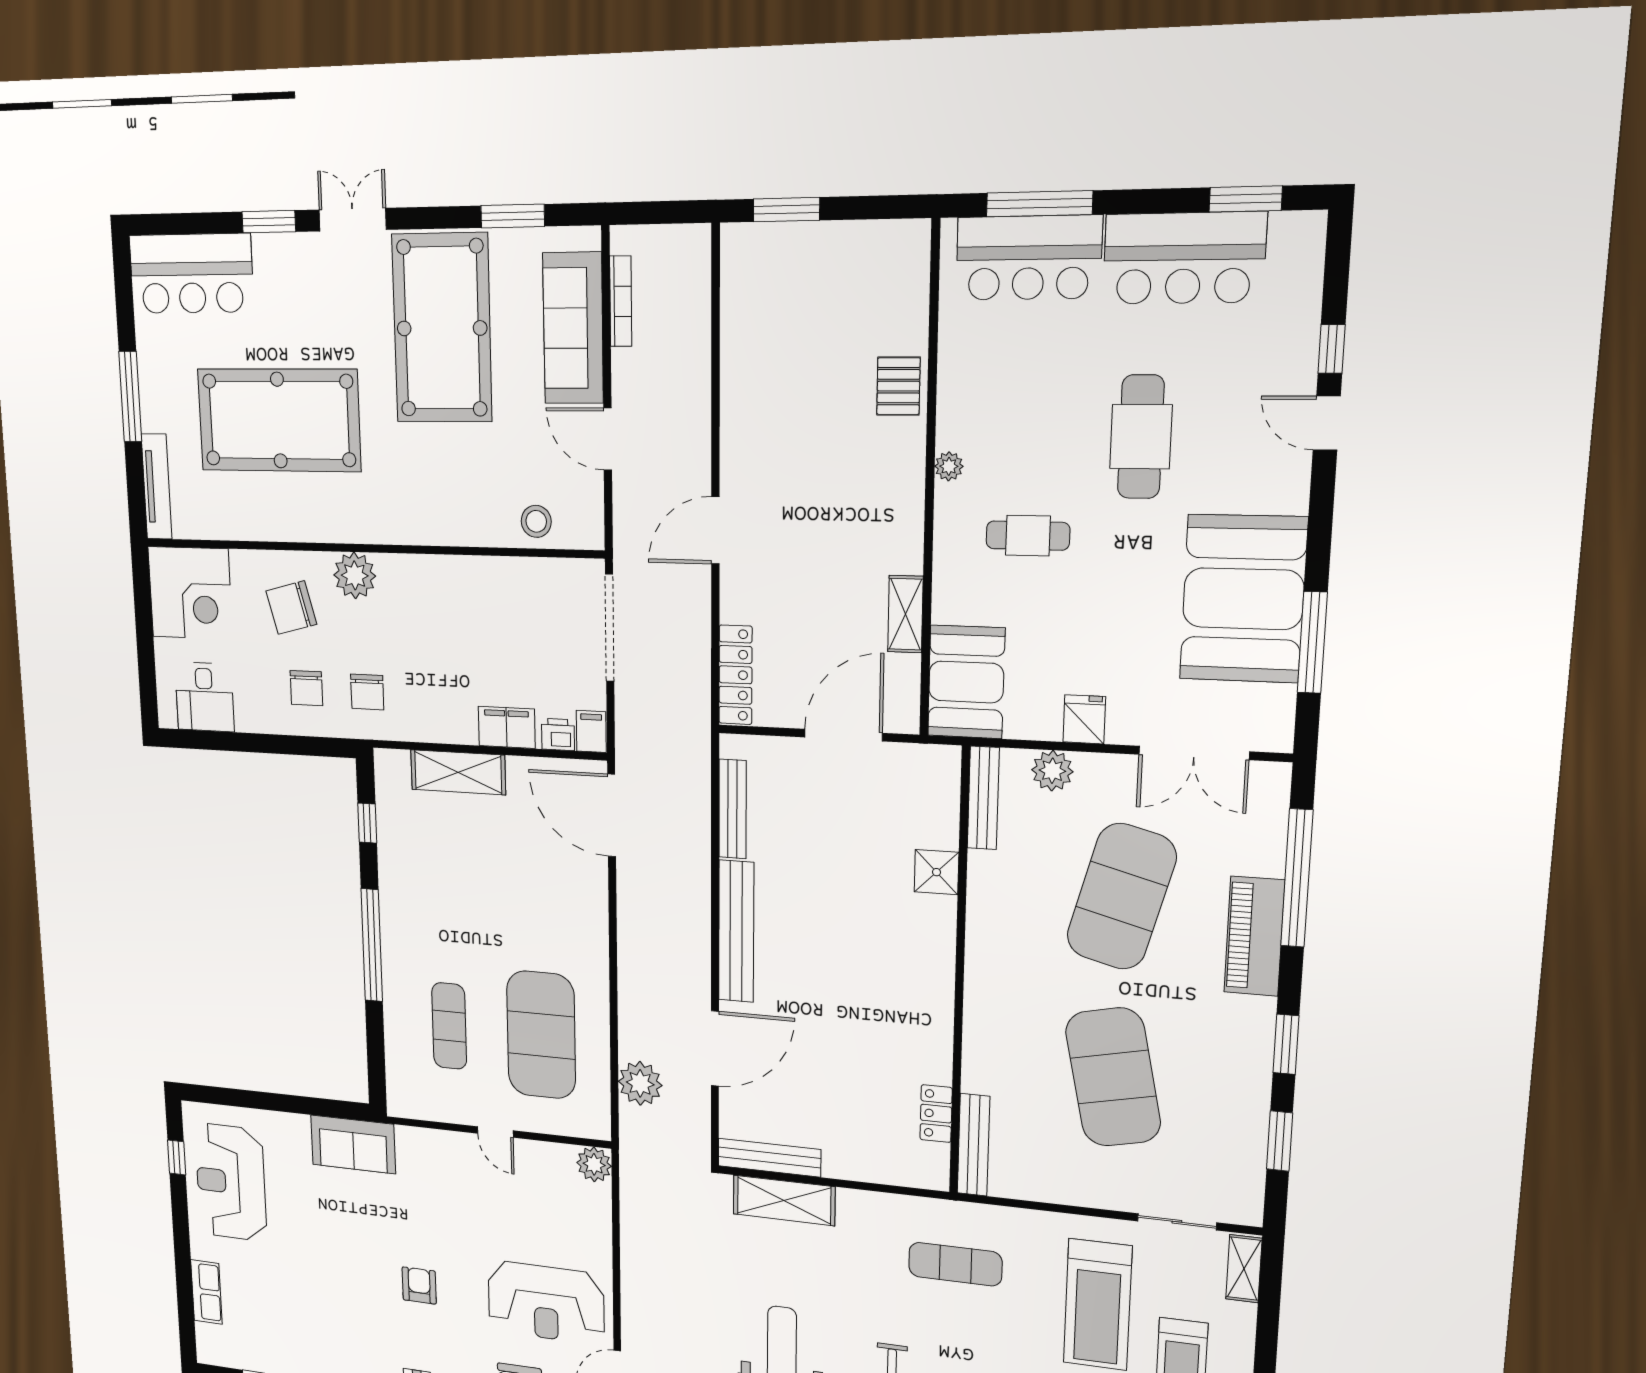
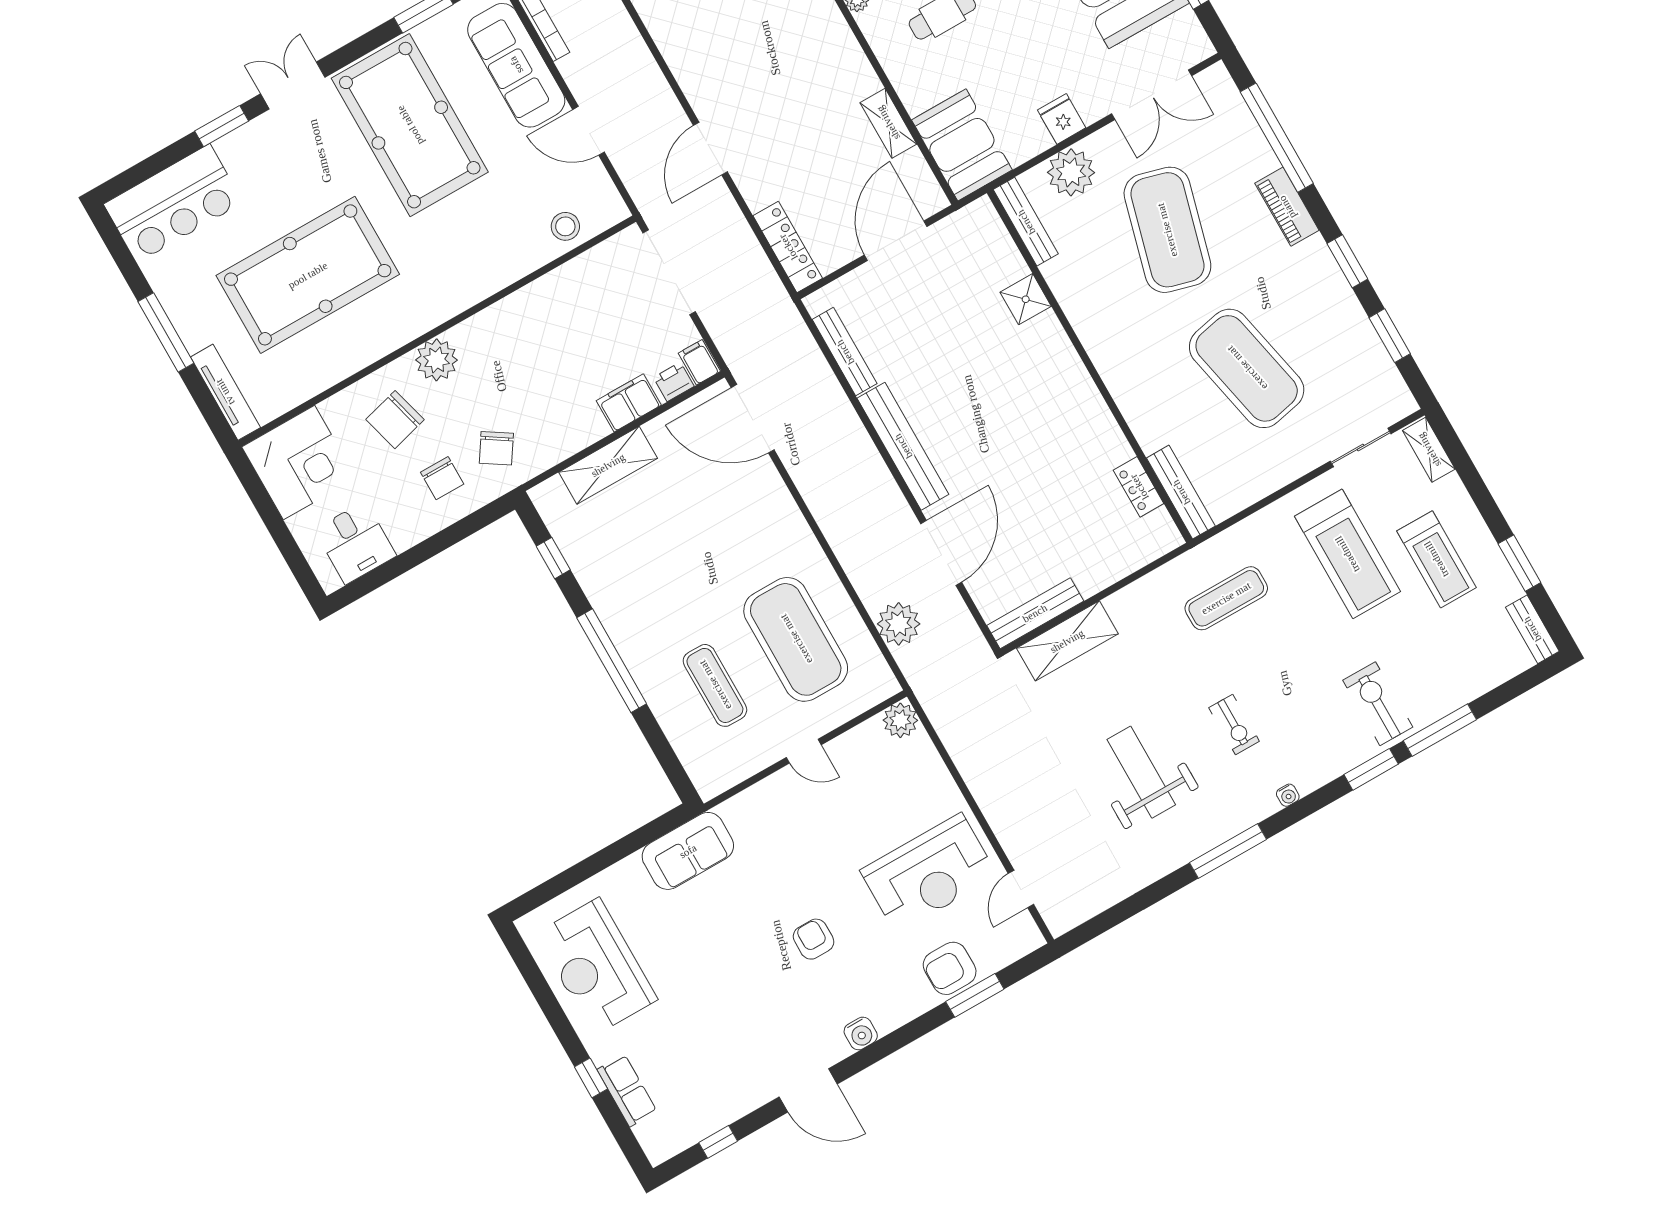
chair: (367, 692) -> (496, 448), turned 33
plant: (1052, 771) -> (1071, 172), width x1.36, depth x1.36
piano: (1254, 936) -> (1287, 207), width x0.73, depth x0.75
window: (177, 1157) -> (591, 1078), moved

